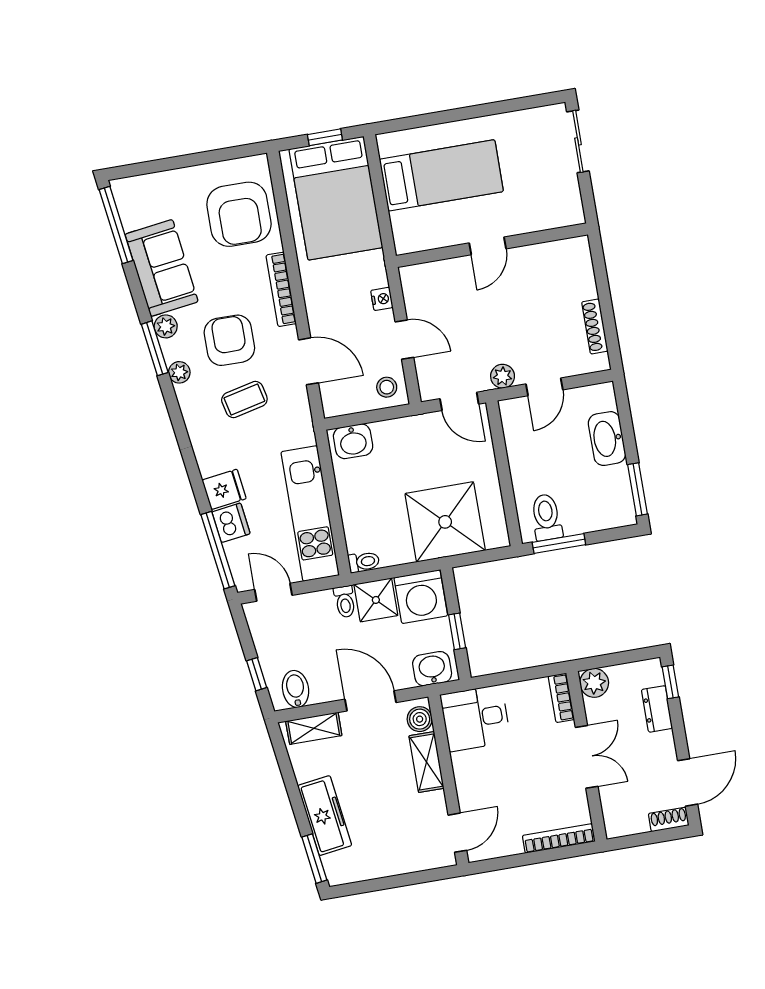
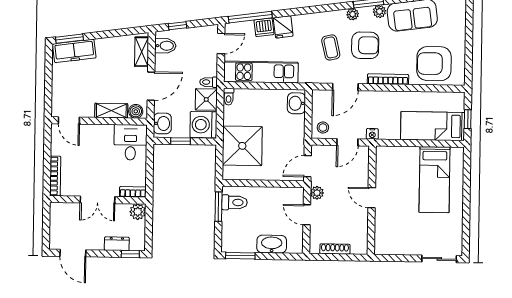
bed: (336, 198) -> (433, 126), width x0.67
wall: (492, 245) -> (372, 200), moved
door: (488, 246) -> (372, 198), moved
freezer: (325, 816) -> (74, 51), moved
shoe rack: (669, 819) -> (54, 239), removed

